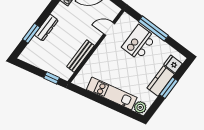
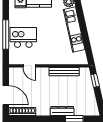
kitchen island: (139, 42) -> (23, 37), turned 180

